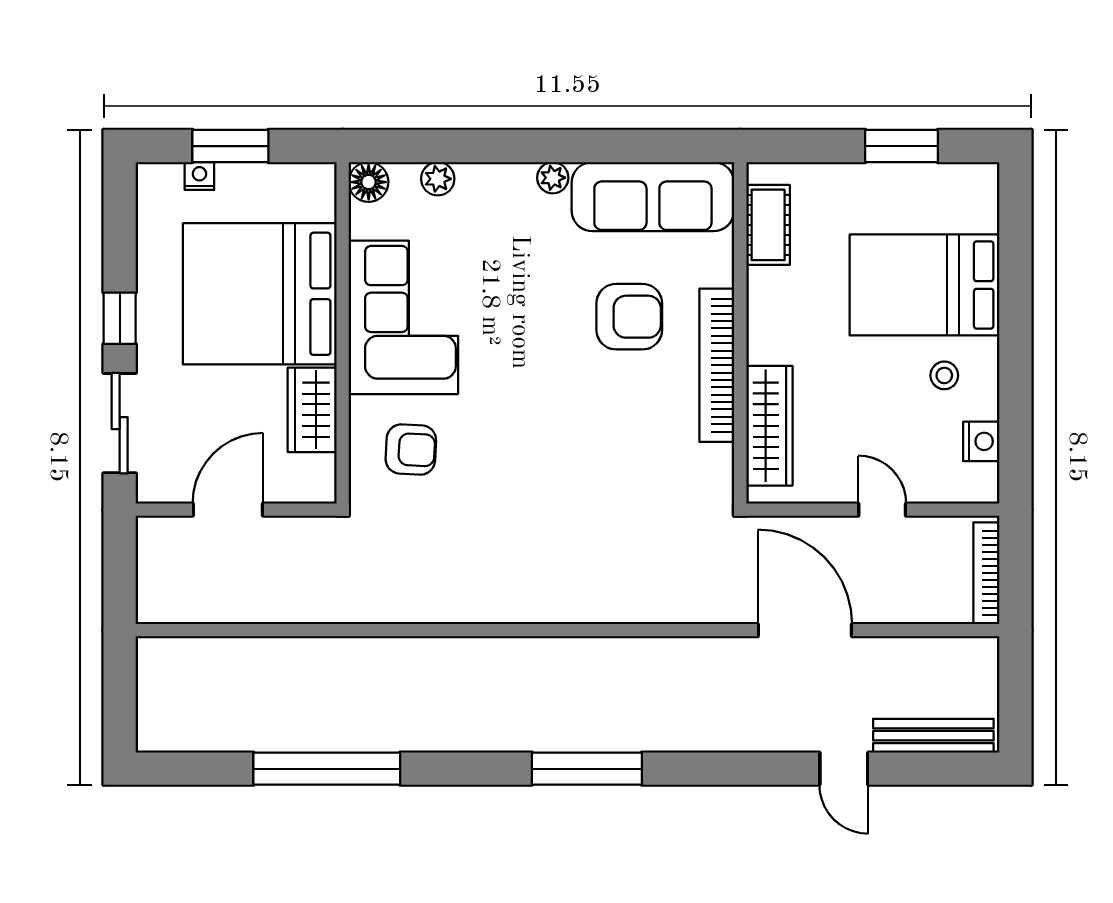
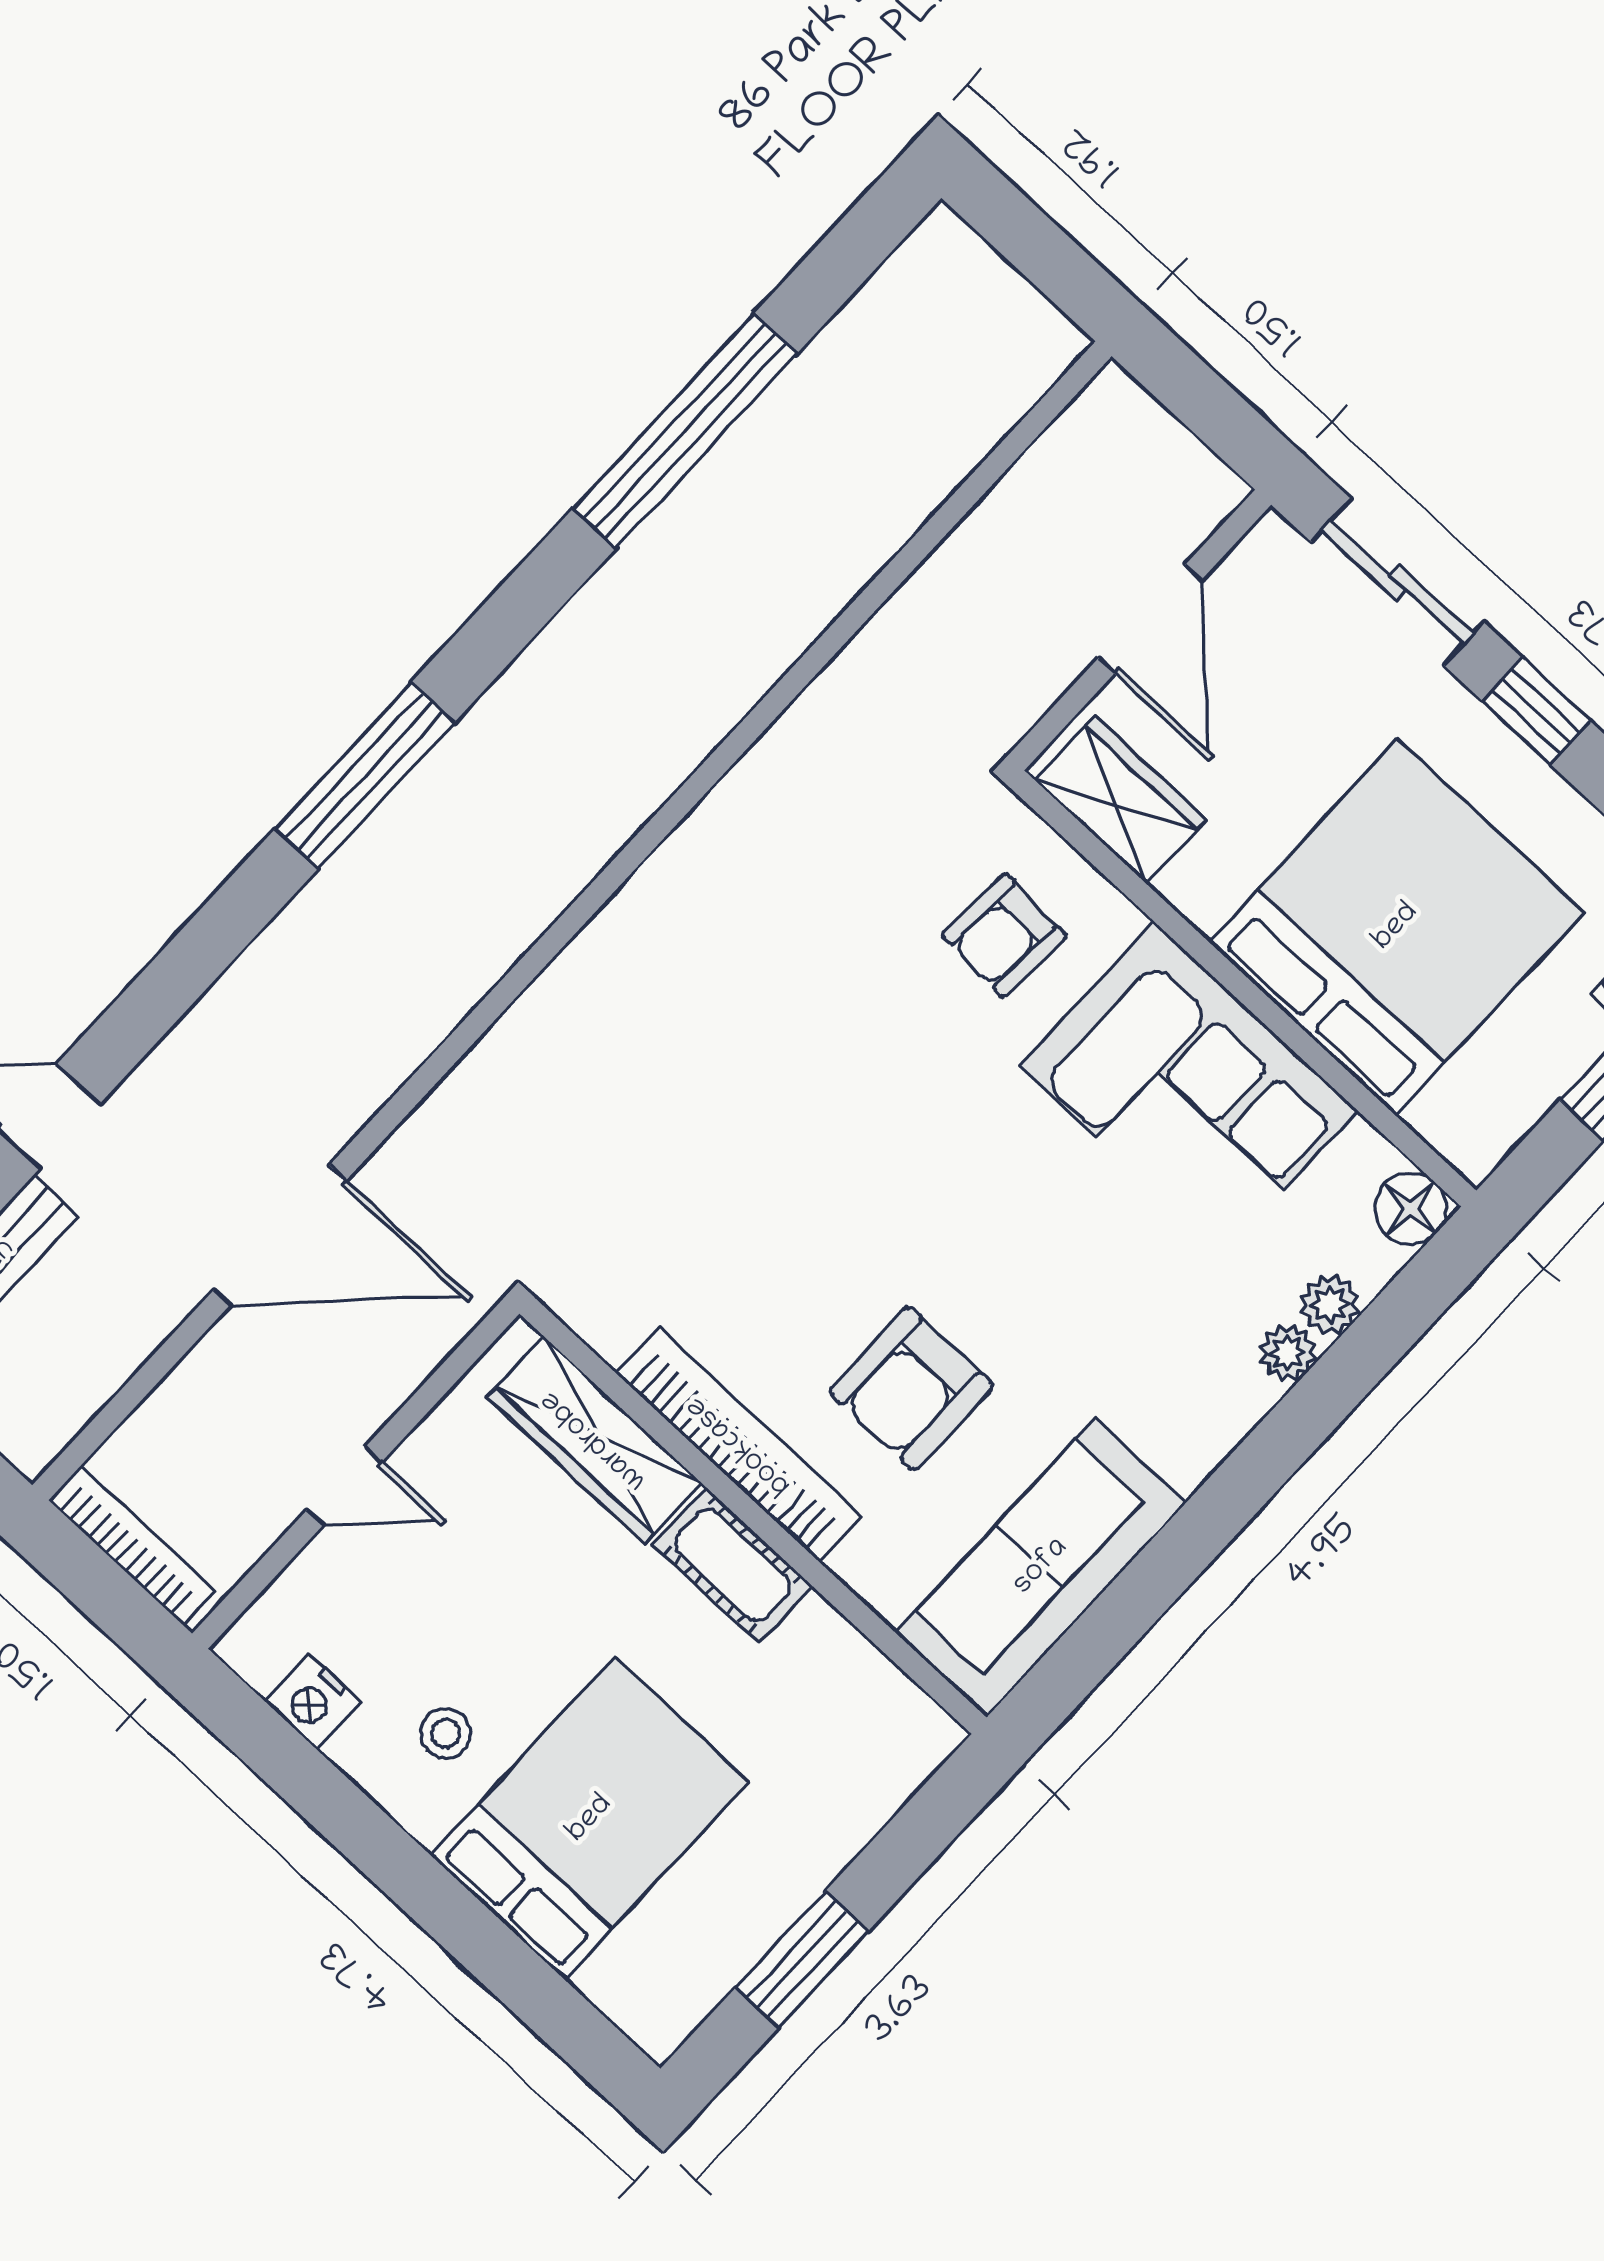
plant: (553, 178) -> (1287, 1353), moved
cot: (768, 225) -> (732, 1565), moved
wardrobe: (312, 410) -> (1120, 800), moved

